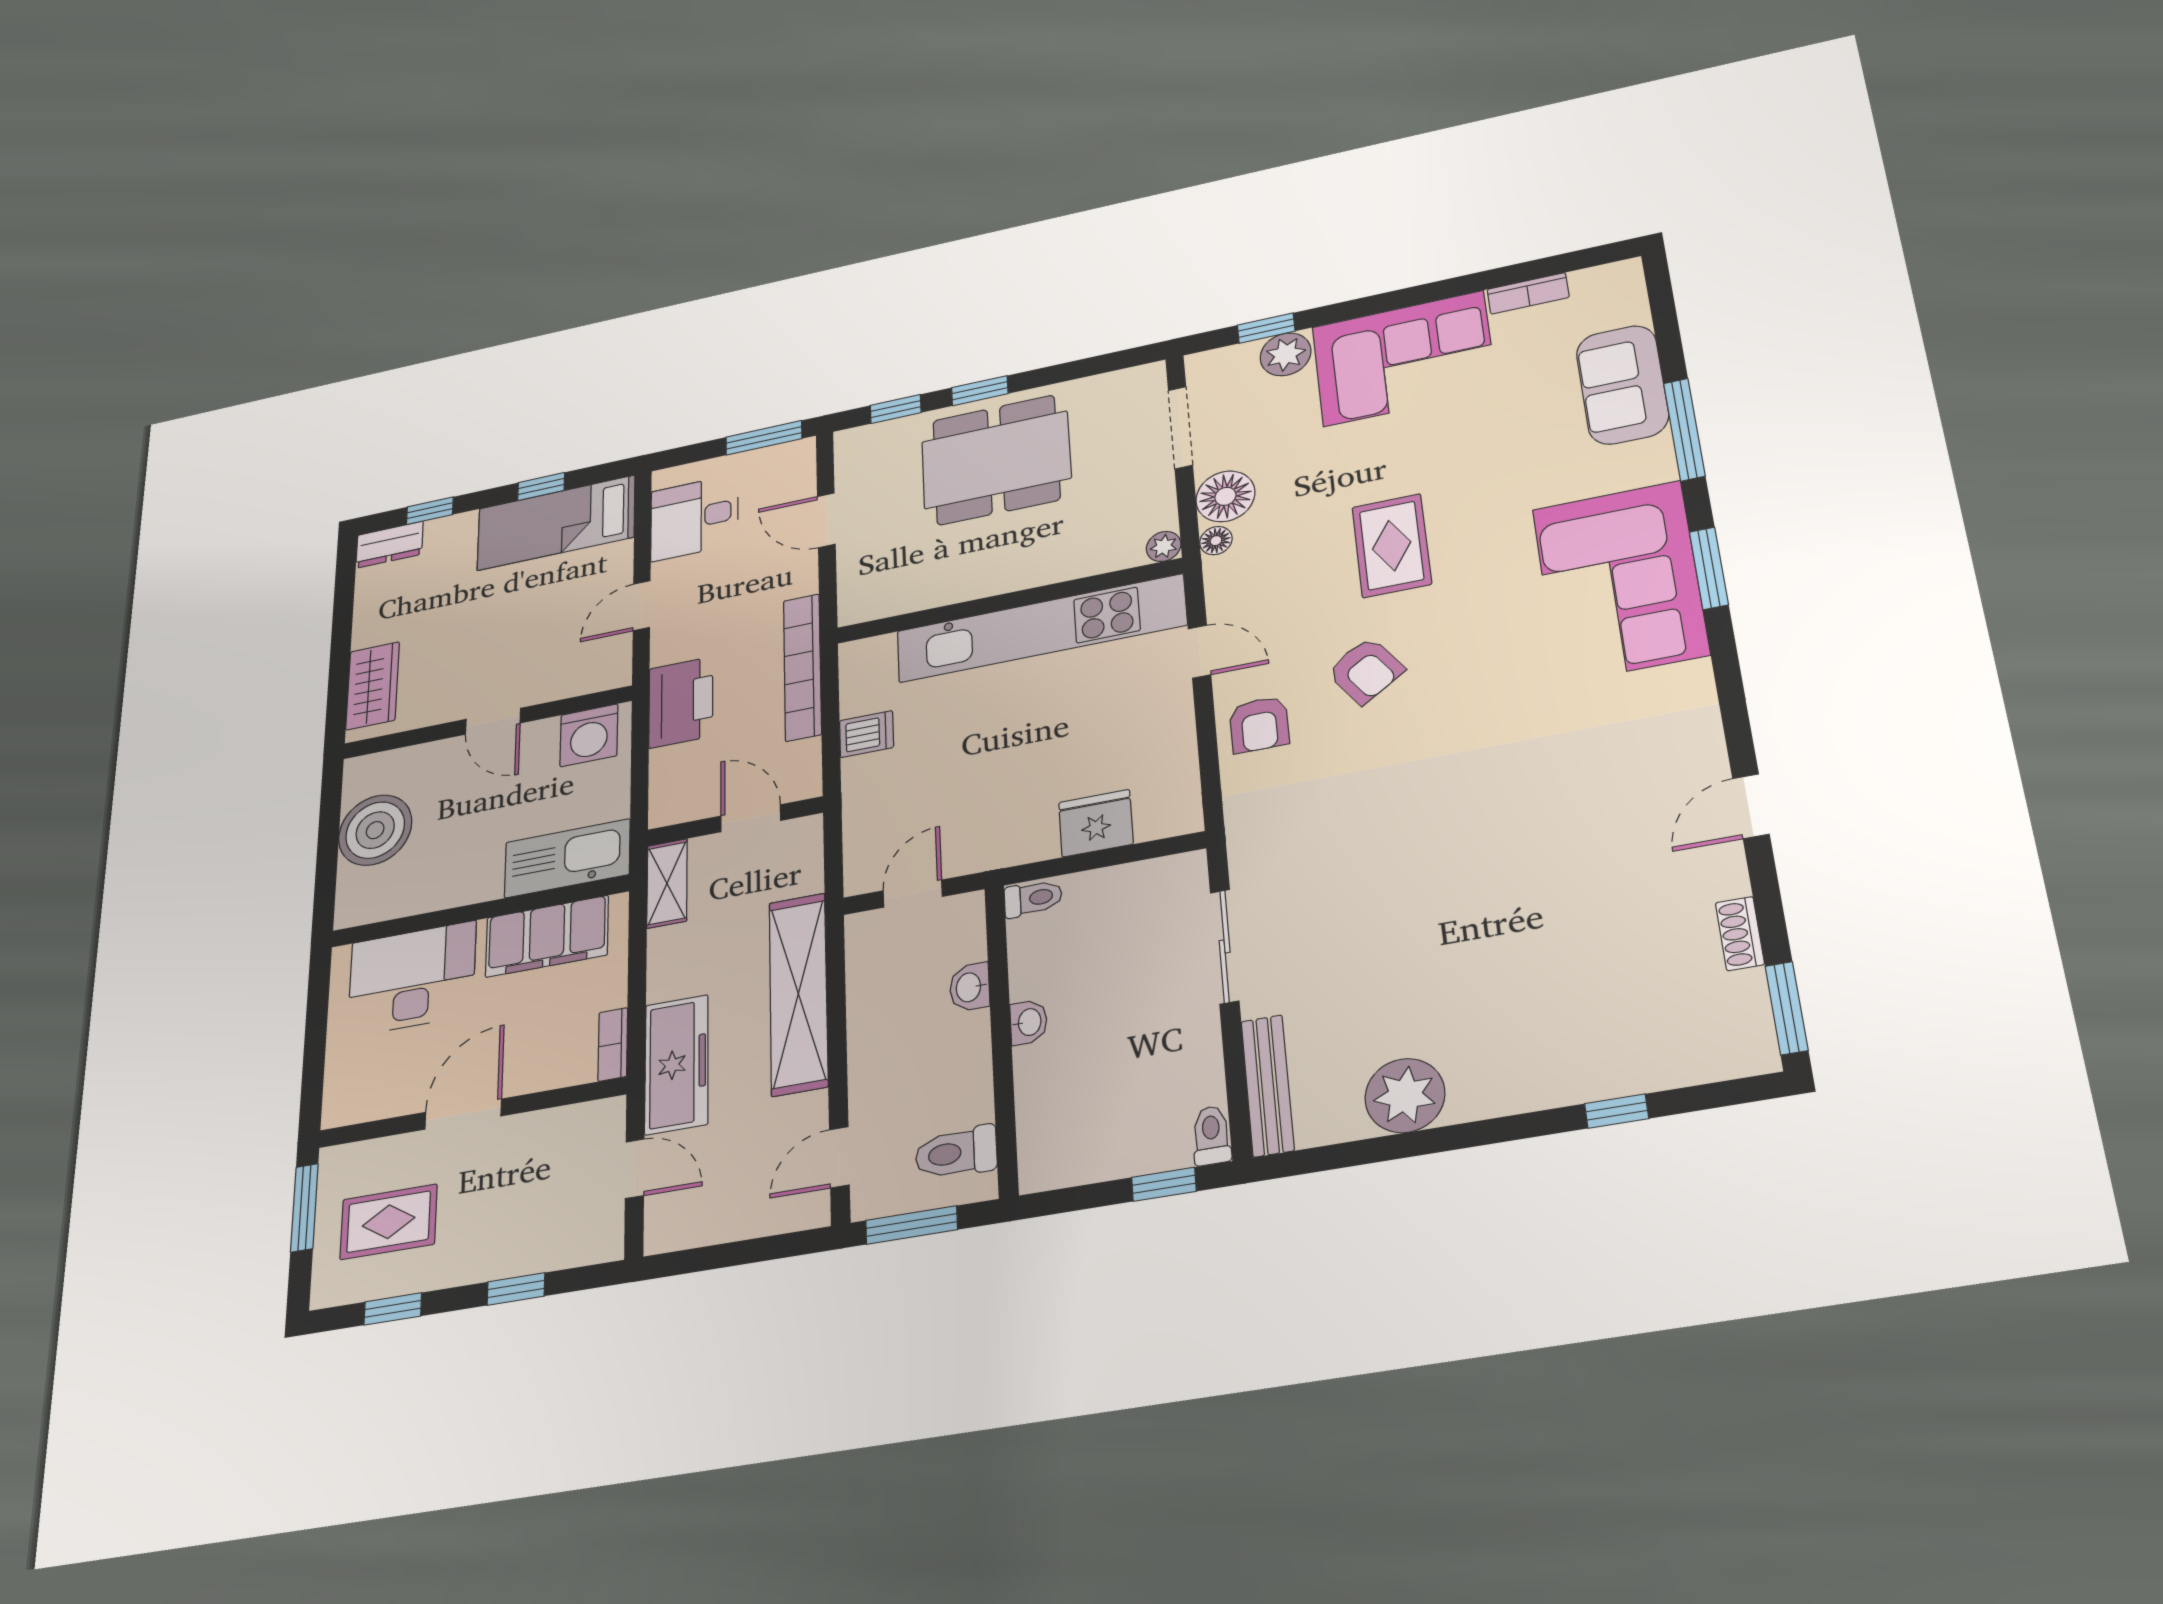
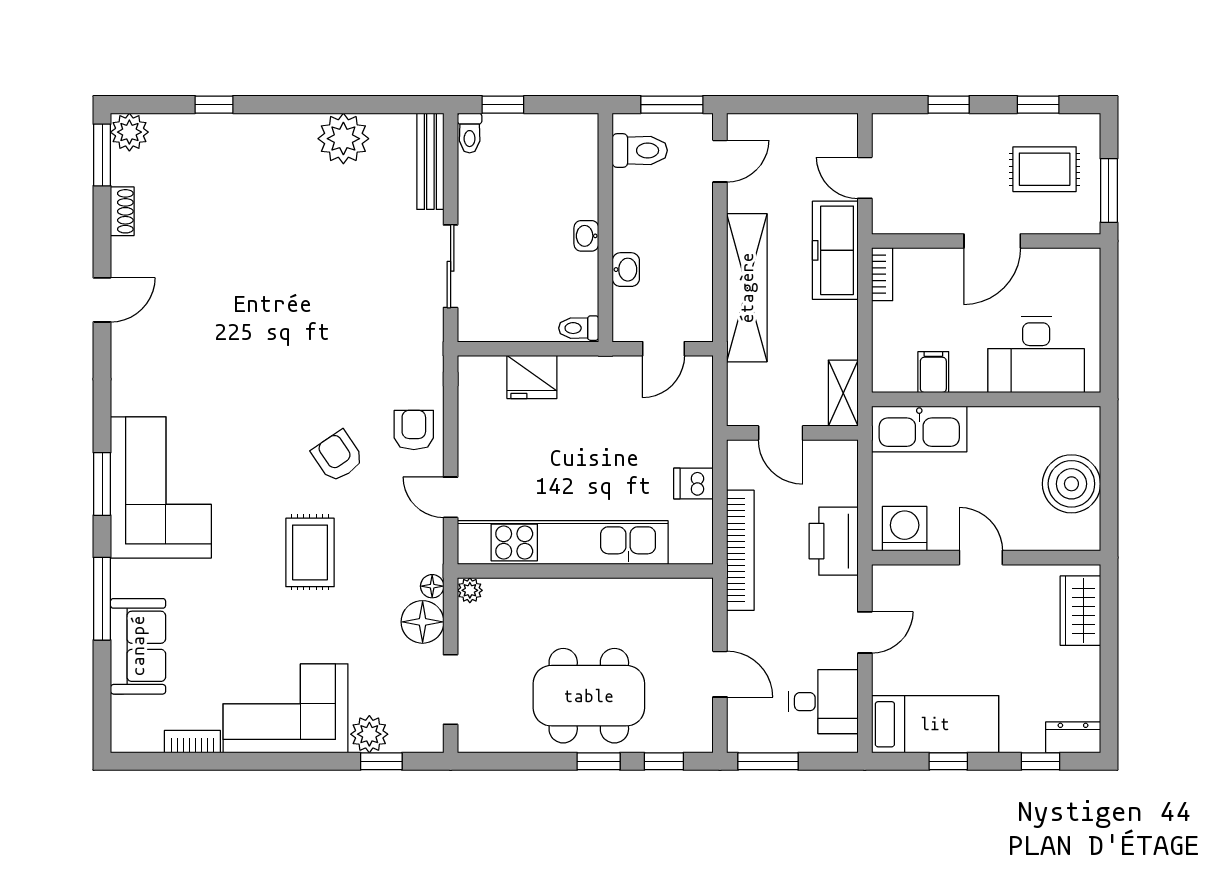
filing cabinet: (547, 936) -> (933, 372), width x0.33, depth x0.86
plant: (1748, 1049) -> (129, 132), added

